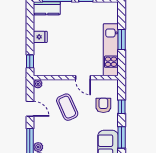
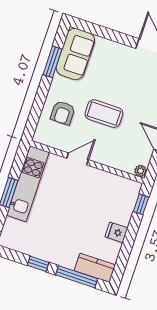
door: (83, 78) -> (78, 159), hinge flipped
coffee table: (67, 107) -> (104, 114), moved, turned -66
window: (122, 107) -> (39, 103), removed

